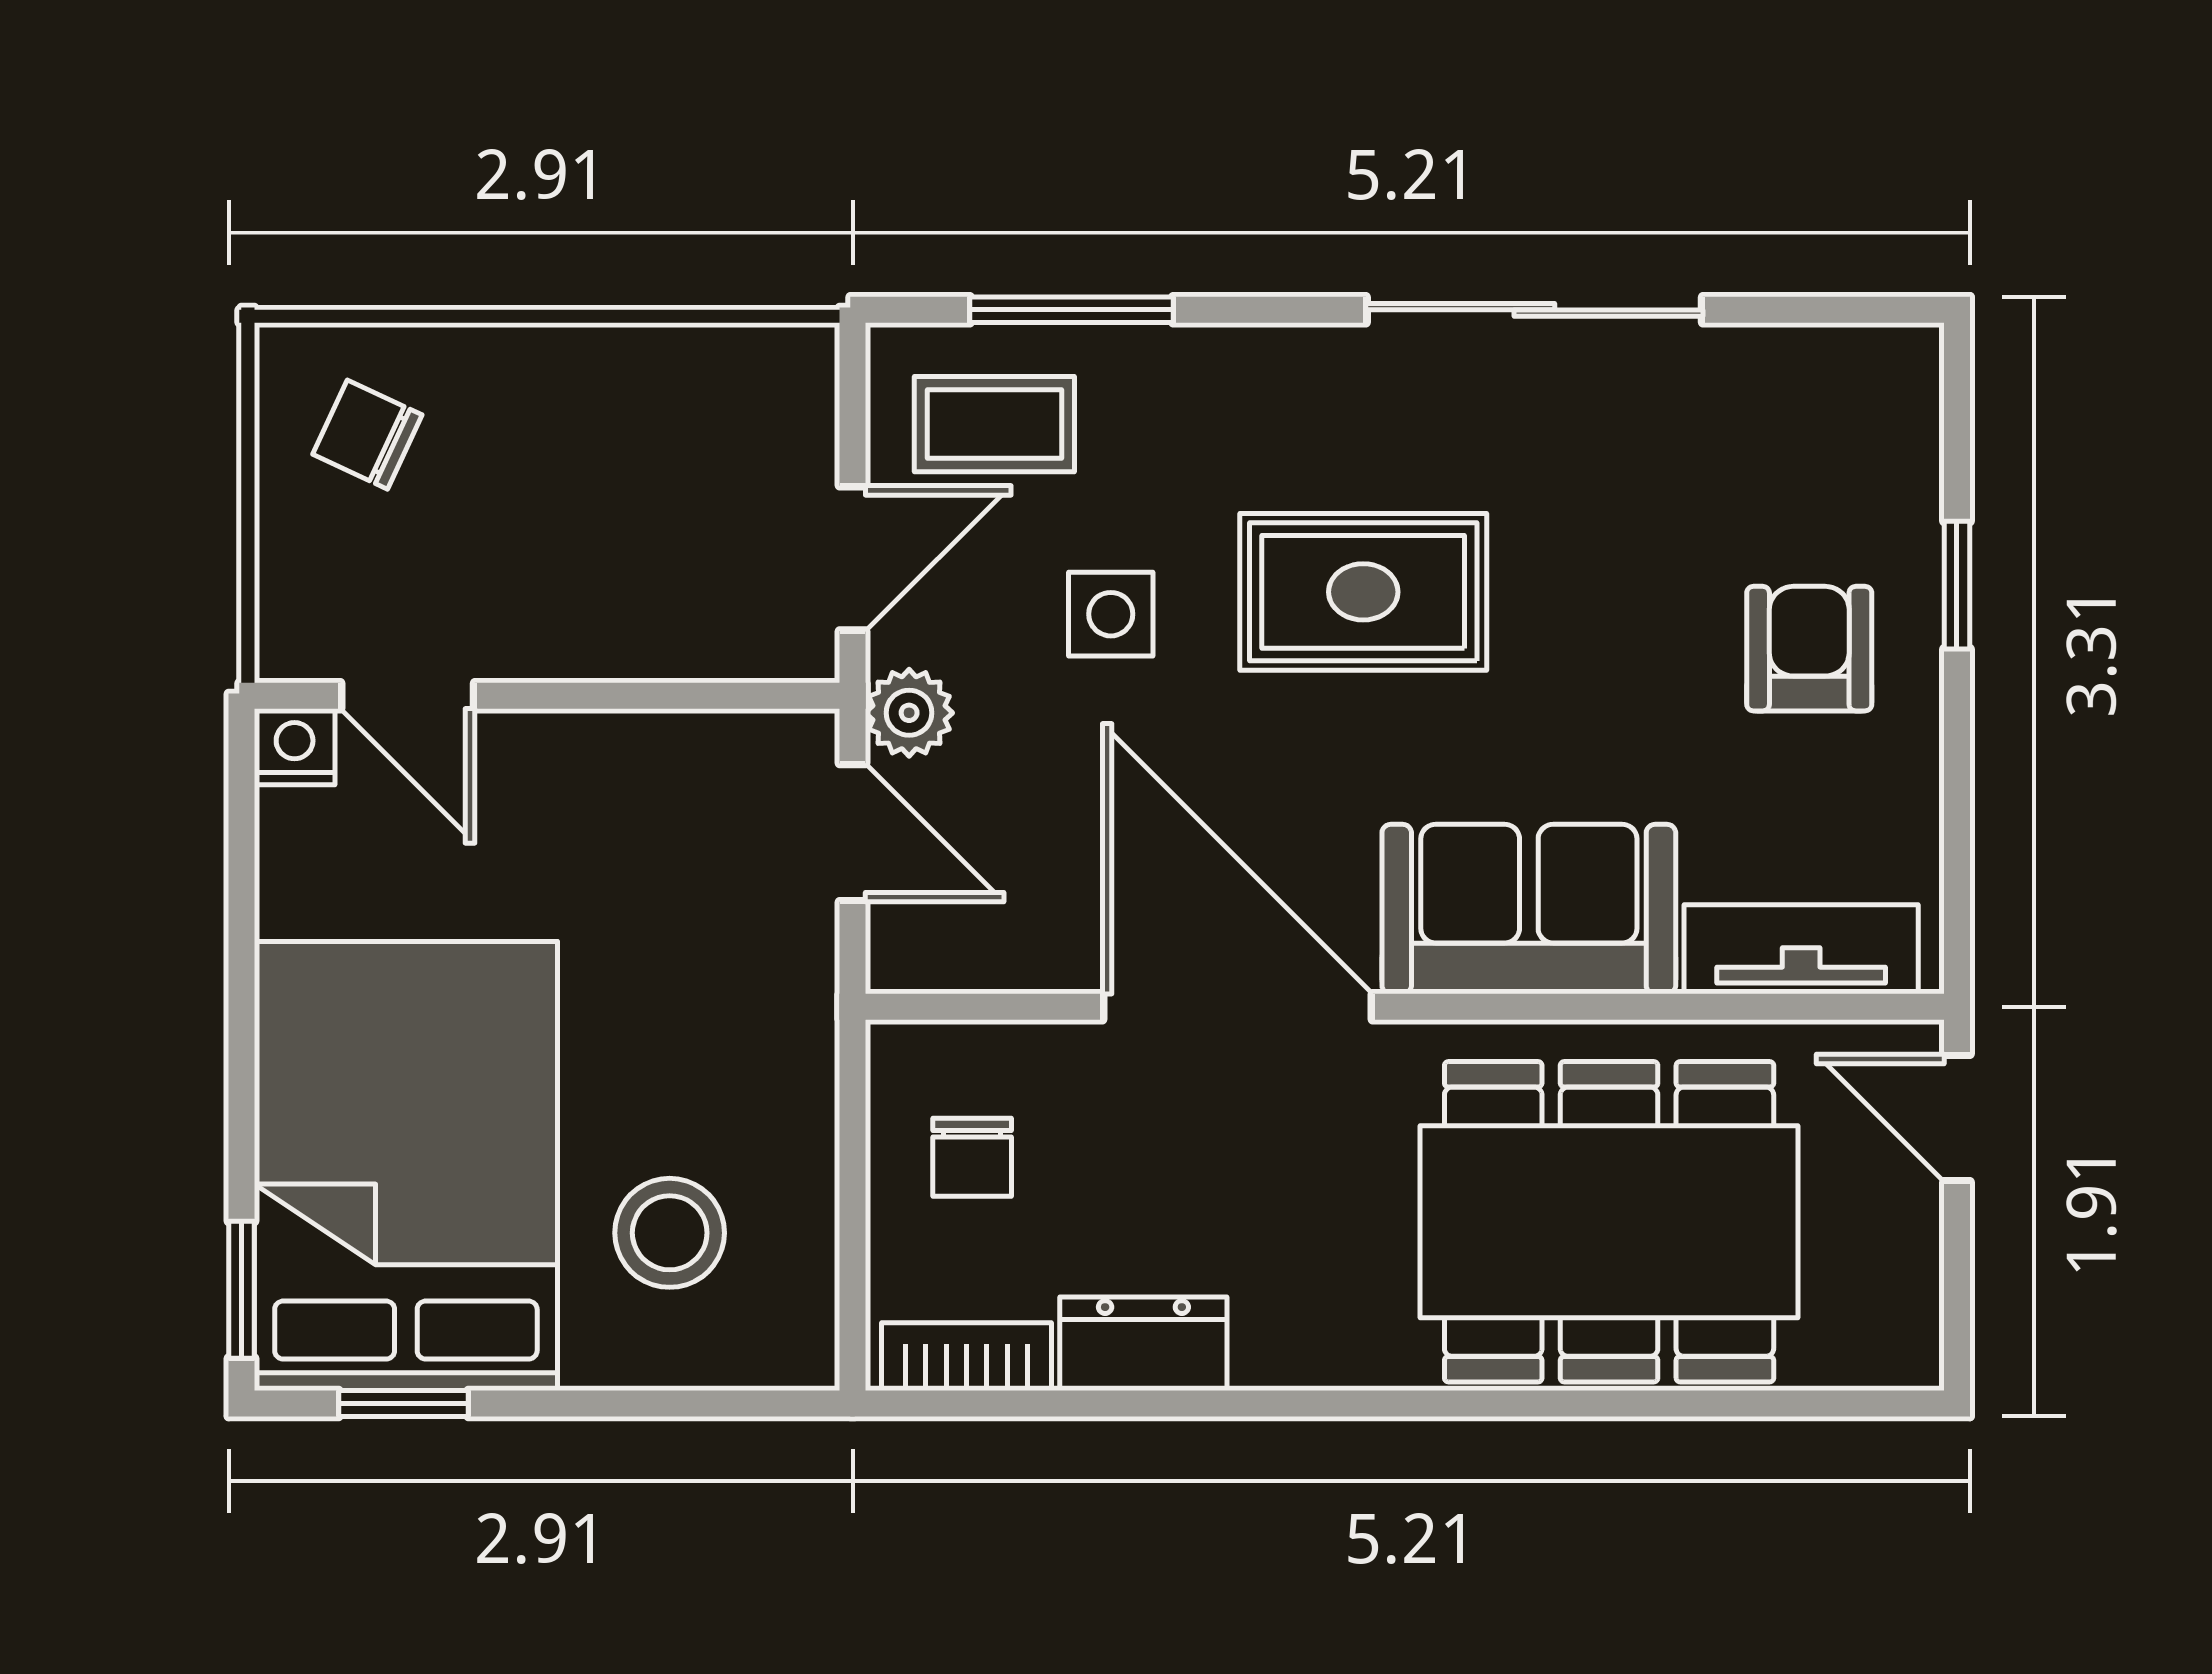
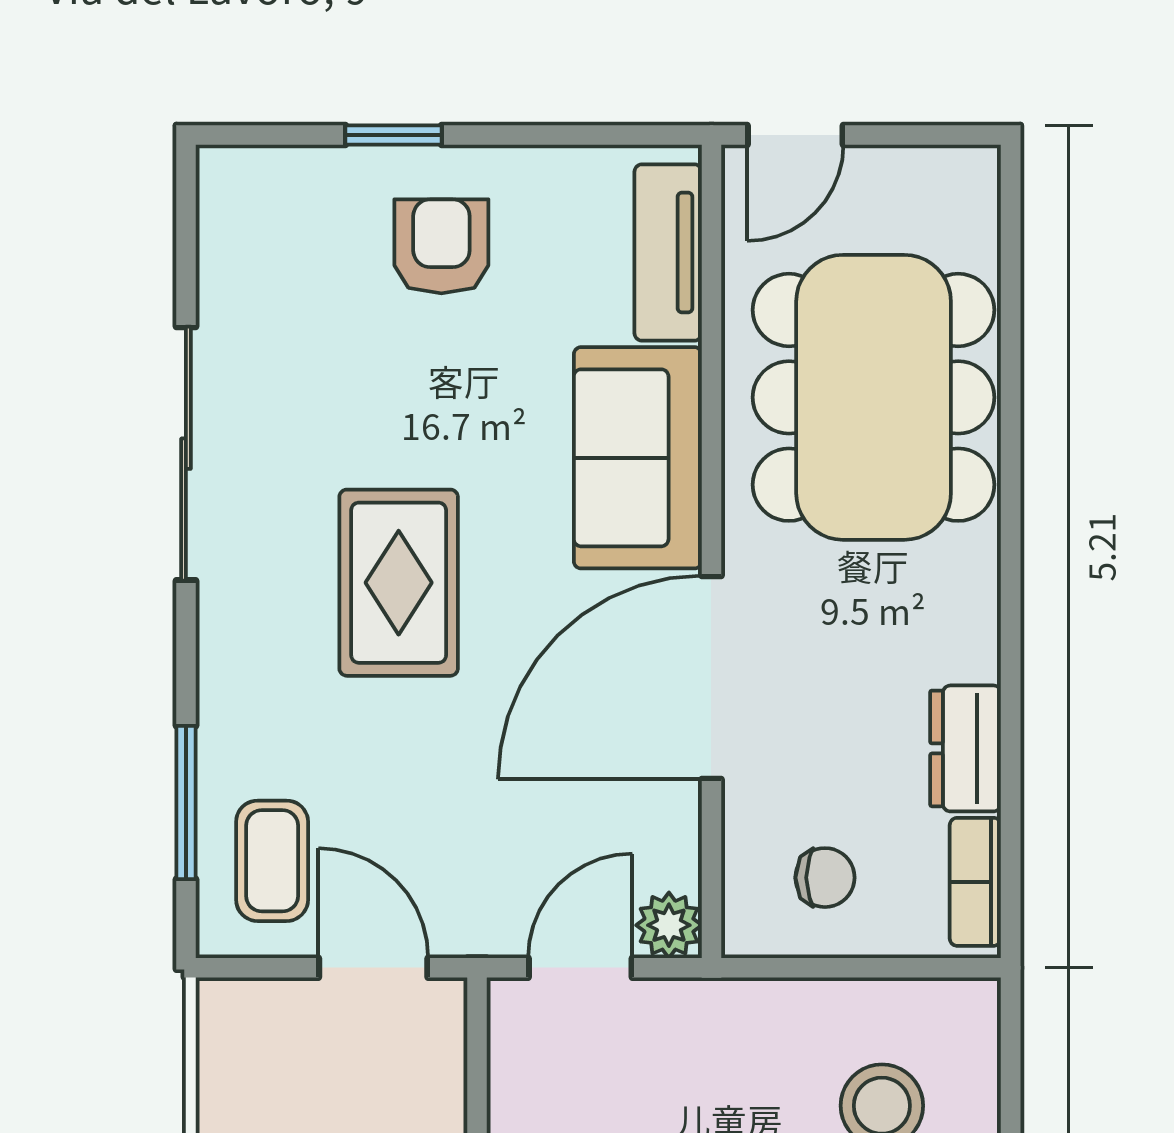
side table: (1111, 614) -> (415, 773), removed
armchair: (1809, 649) -> (441, 246), turned 90
plant: (909, 713) -> (669, 925), moved

